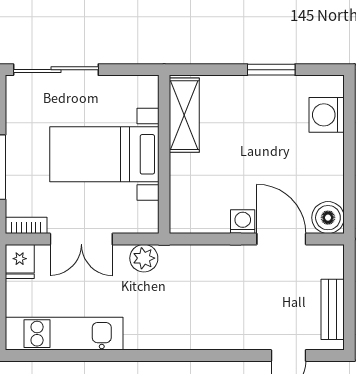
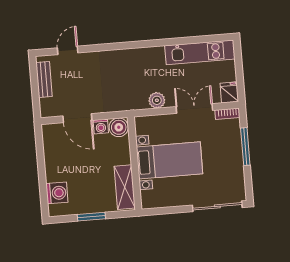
shelving: (184, 115) -> (125, 187), moved
bed with nightstands: (104, 154) -> (169, 160), moved
wall: (164, 154) -> (135, 163), moved
boiler: (328, 218) -> (119, 127), moved

